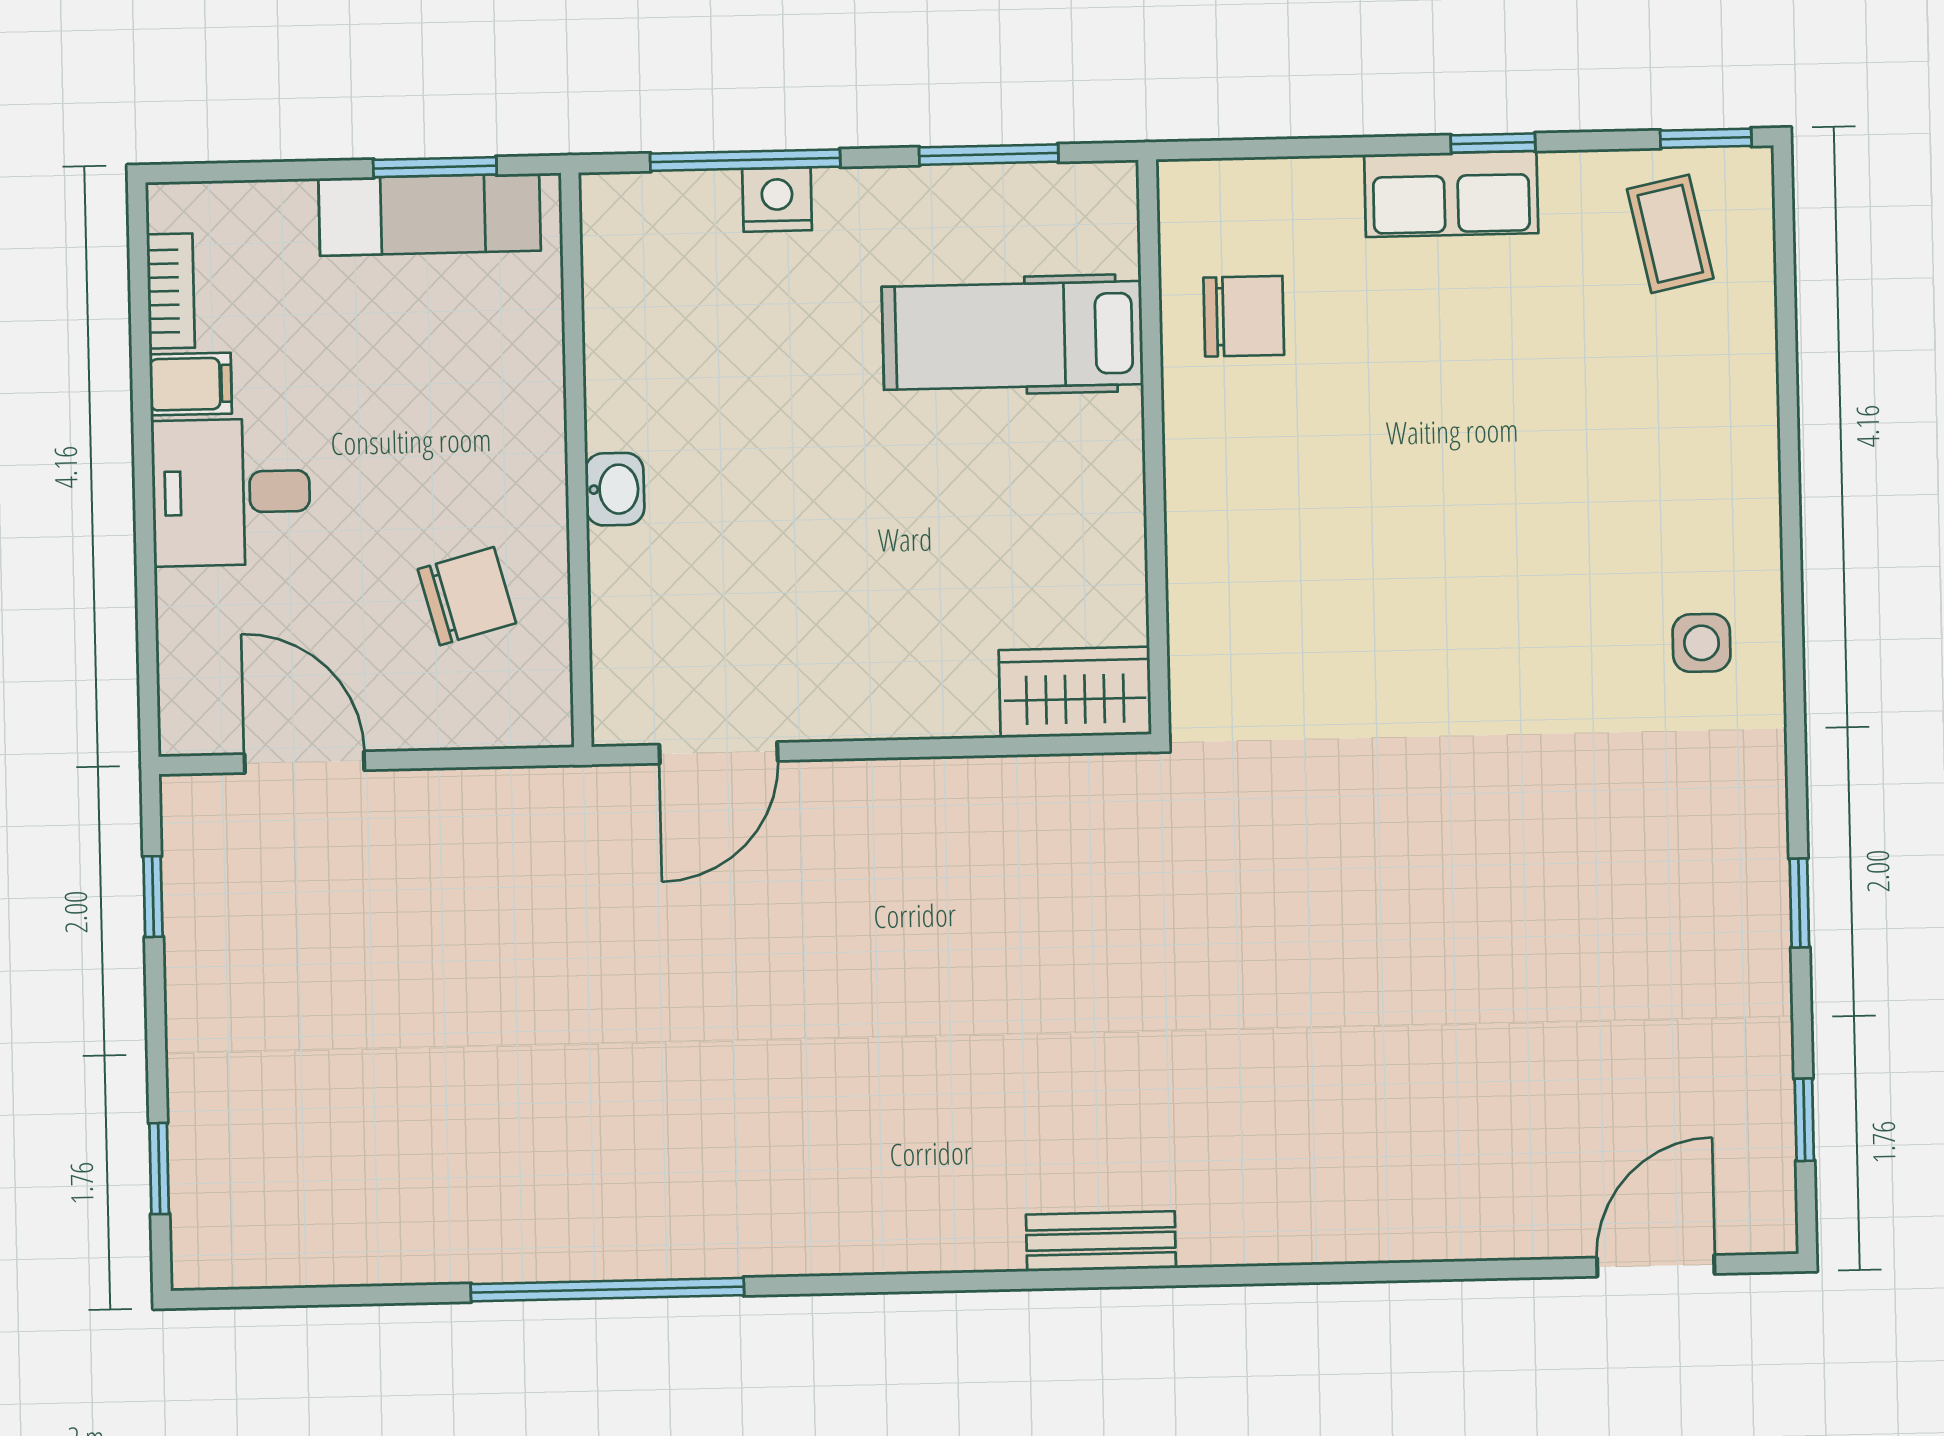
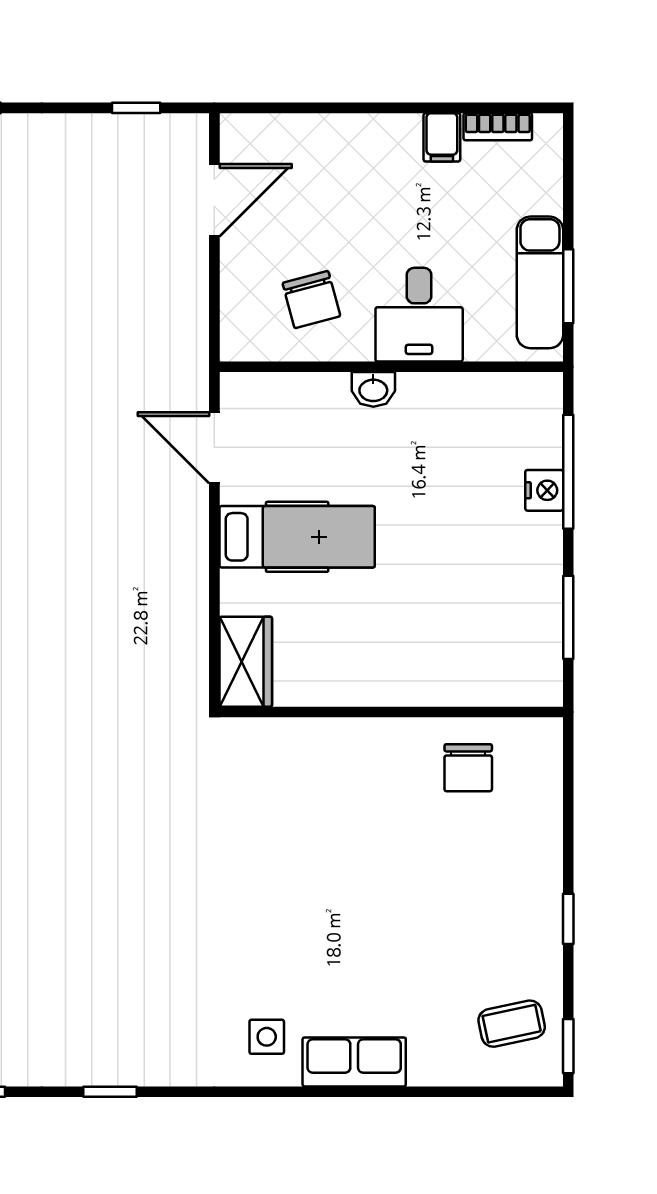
row of seats: (1451, 194) -> (354, 1062), moved, turned 90
hospital bed: (1013, 335) -> (297, 537), moved, turned 90
desk: (231, 492) -> (419, 315), moved, turned 180

